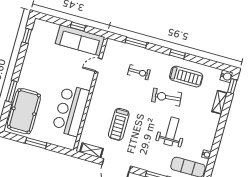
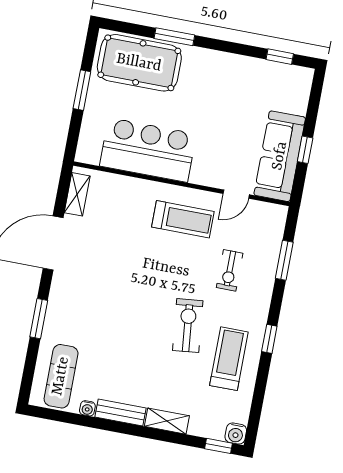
door: (98, 65) -> (236, 194), swing flipped
treadmill: (186, 77) -> (229, 359), turned 180
shelving: (220, 102) -> (167, 421), moved
treadmill: (119, 124) -> (183, 219), moved, turned 180
weight bench: (172, 131) -> (125, 340), removed
bench: (210, 137) -> (121, 412), added

